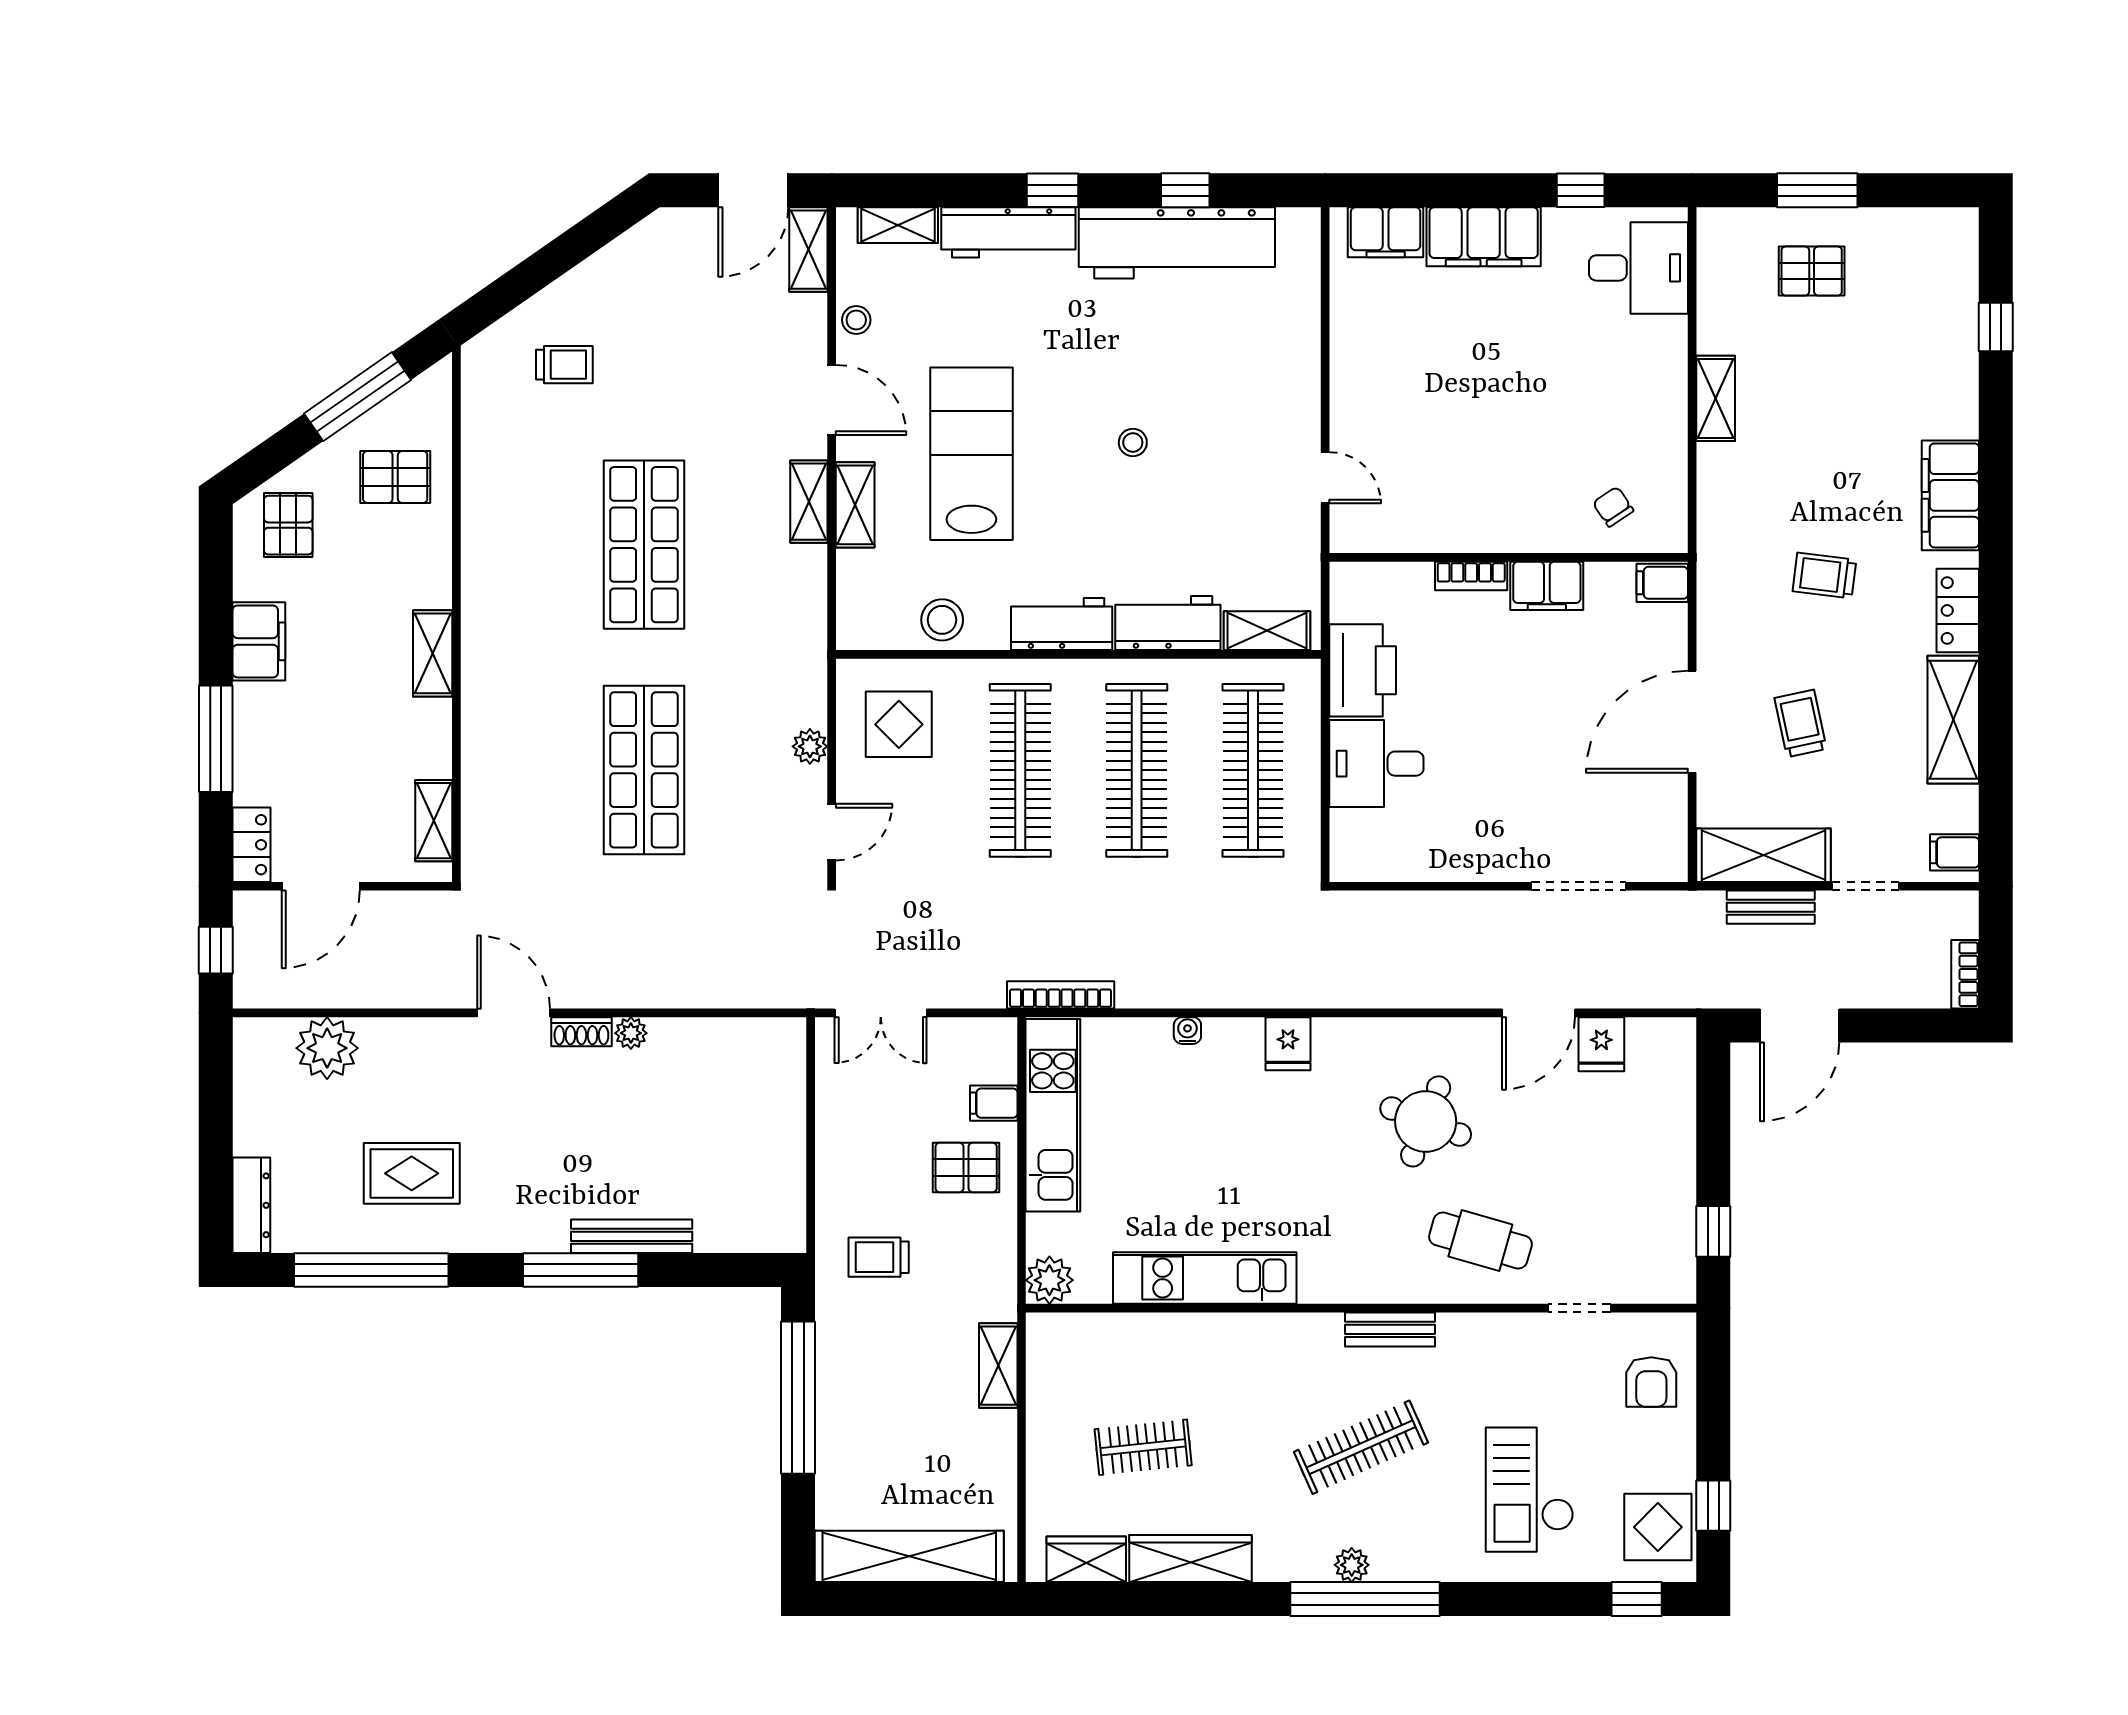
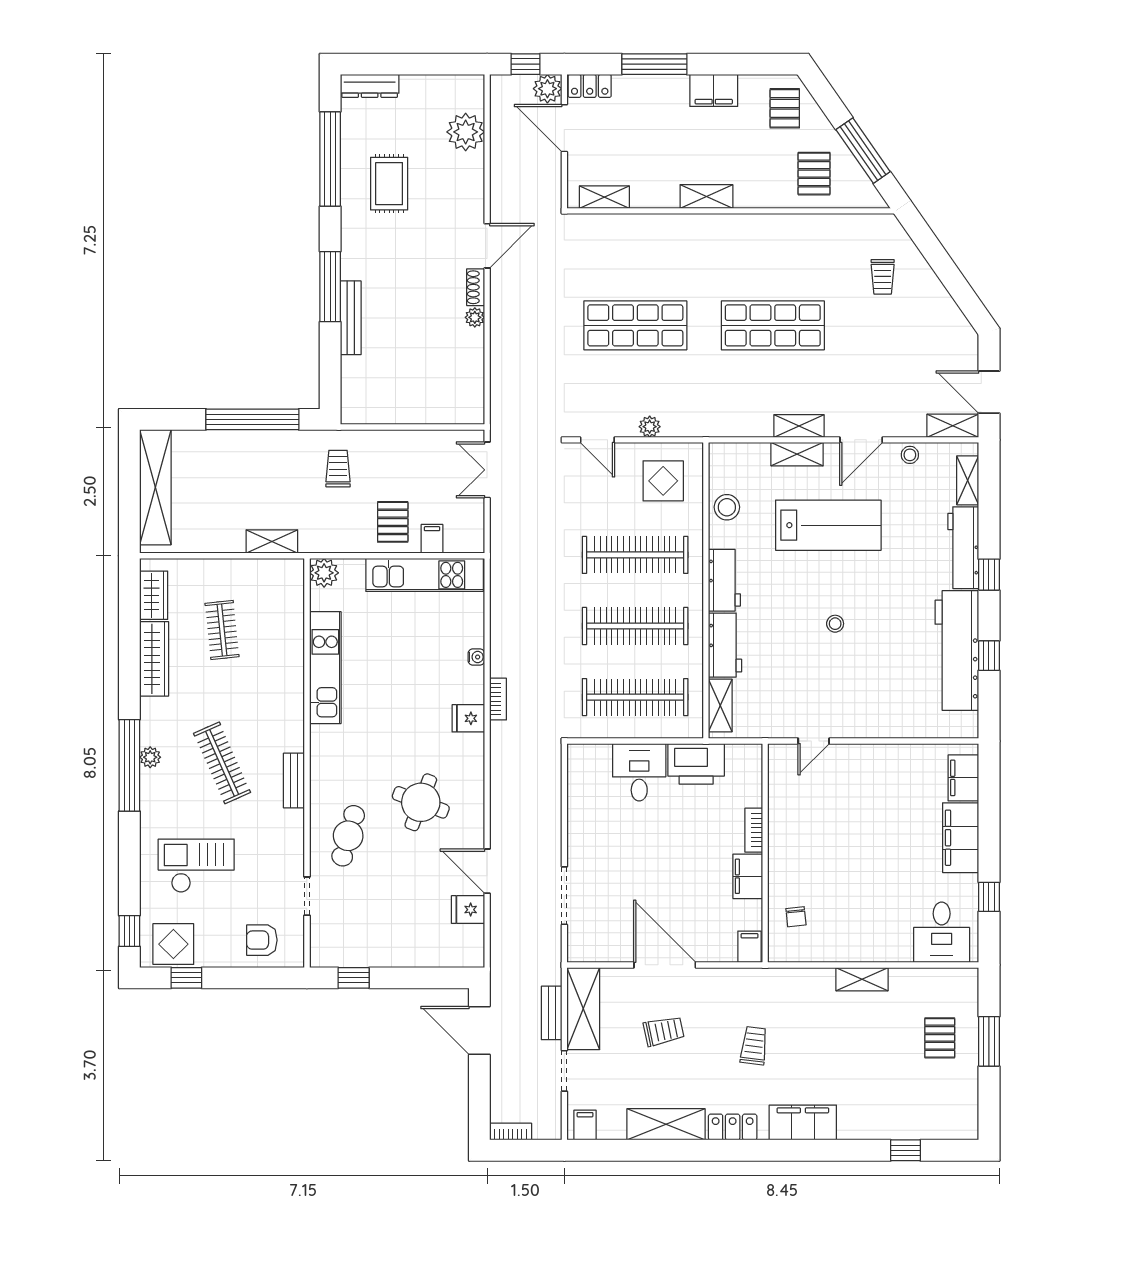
chair: (1613, 507) -> (796, 917), turned 118
pallet: (288, 525) -> (785, 108), turned 90
plant: (256, 914) -> (547, 89), added
bookcase: (1061, 995) -> (498, 699), moved, width x0.64

